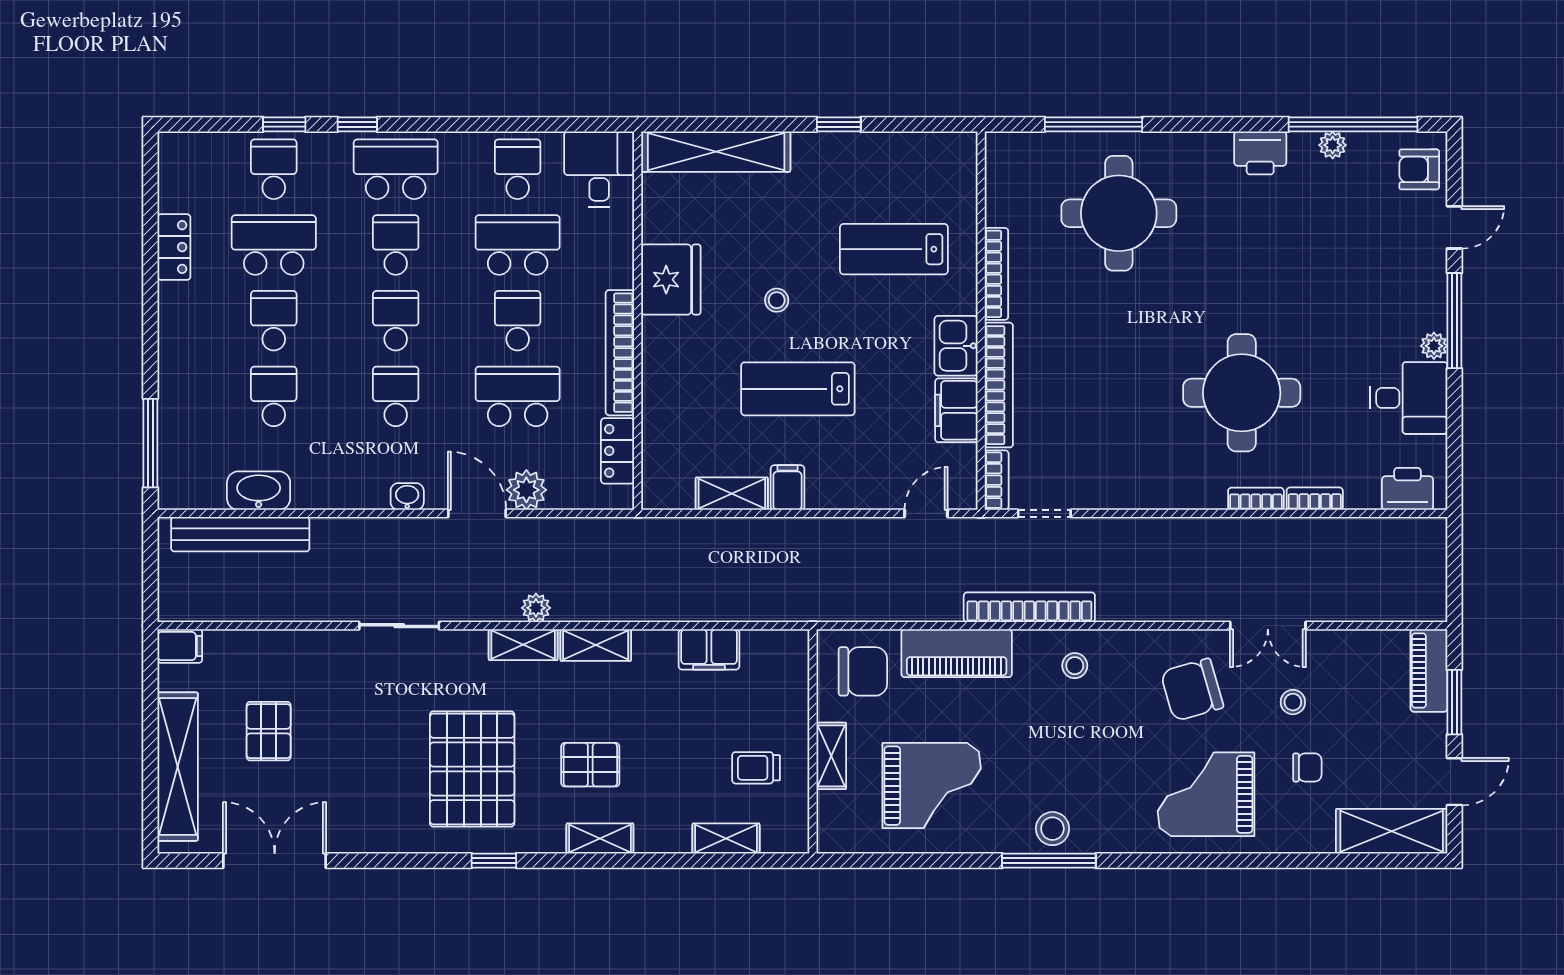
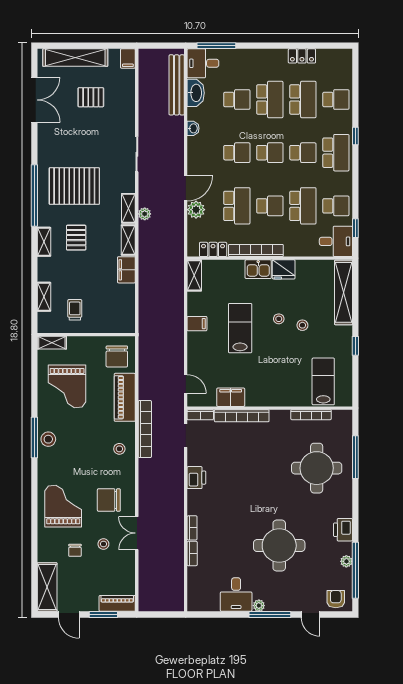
window: (284, 124) -> (355, 228), moved
stool: (791, 246) -> (302, 325), added
lab bench: (894, 249) -> (323, 381), moved
bookcase: (996, 274) -> (311, 415), moved
fridge: (671, 280) -> (284, 269), width x0.73, depth x0.75
school desk: (274, 321) -> (270, 100), width x1.85
kitchen sink: (956, 346) -> (258, 269), moved, turned 180
round table: (1242, 393) -> (279, 546), moved
desk: (191, 474) -> (203, 63), added
printer: (1408, 489) -> (196, 478), moved
shelving: (732, 494) -> (194, 275), moved
washbasin: (407, 497) -> (193, 128), moved
filing cabinet: (709, 649) -> (126, 270), moved
chair: (1192, 690) -> (109, 500), turned -74
shelving: (831, 756) -> (52, 343), moved
window: (494, 861) -> (34, 196), width x3.17

